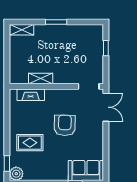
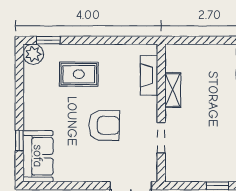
doorway: (89, 86) -> (161, 138), moved
rug: (30, 143) -> (79, 74), turned 90

